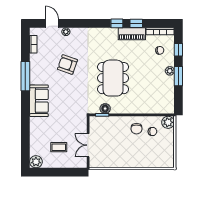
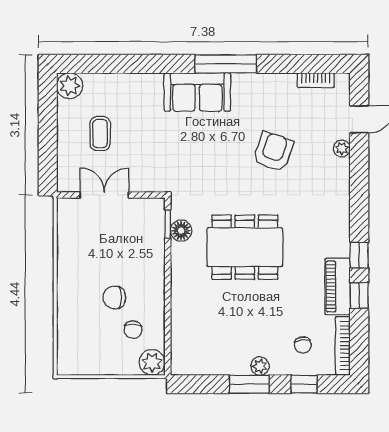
window: (25, 76) -> (226, 64), moved
chair: (136, 129) -> (114, 297), moved

